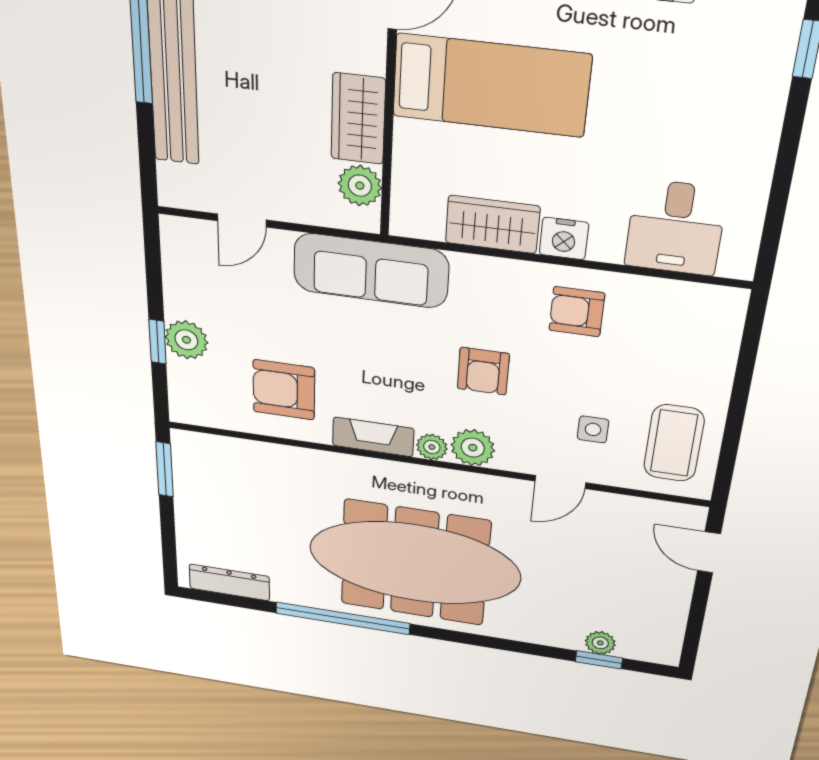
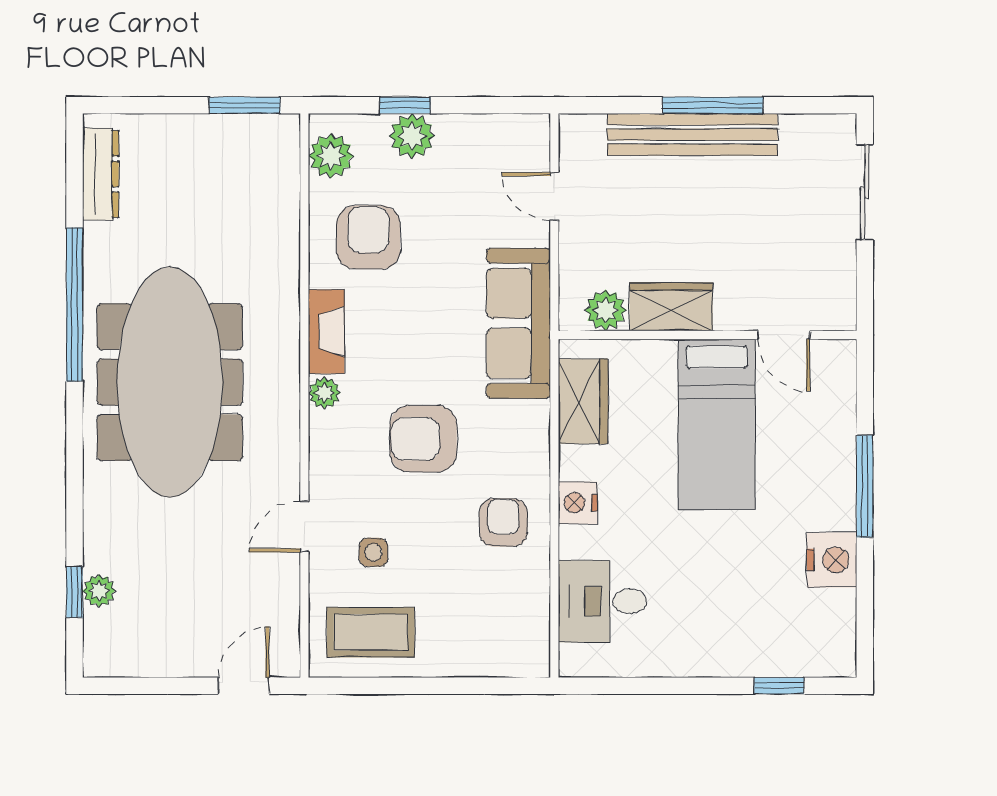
wardrobe: (492, 224) -> (583, 401), moved
armchair: (483, 371) -> (423, 439), width x1.38, depth x1.38
plant: (473, 448) -> (331, 156), moved
door: (560, 482) -> (304, 527), hinge flipped

